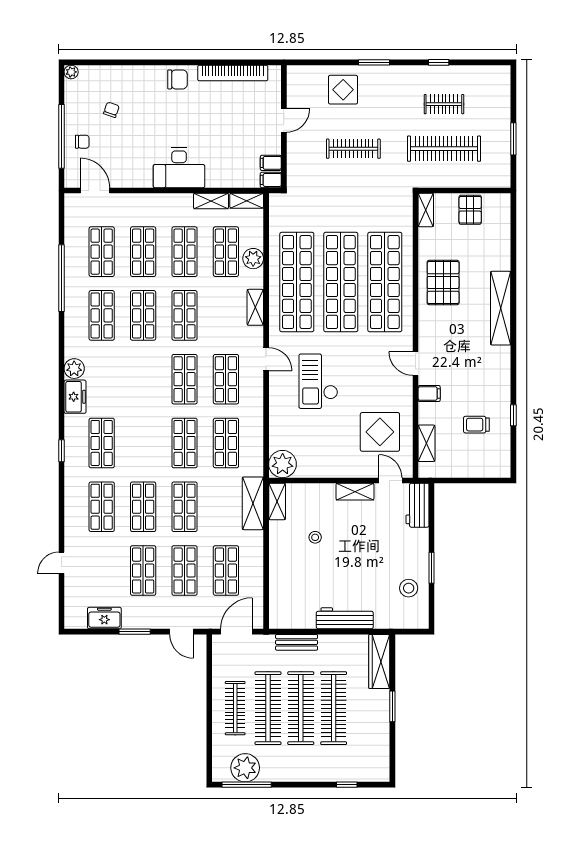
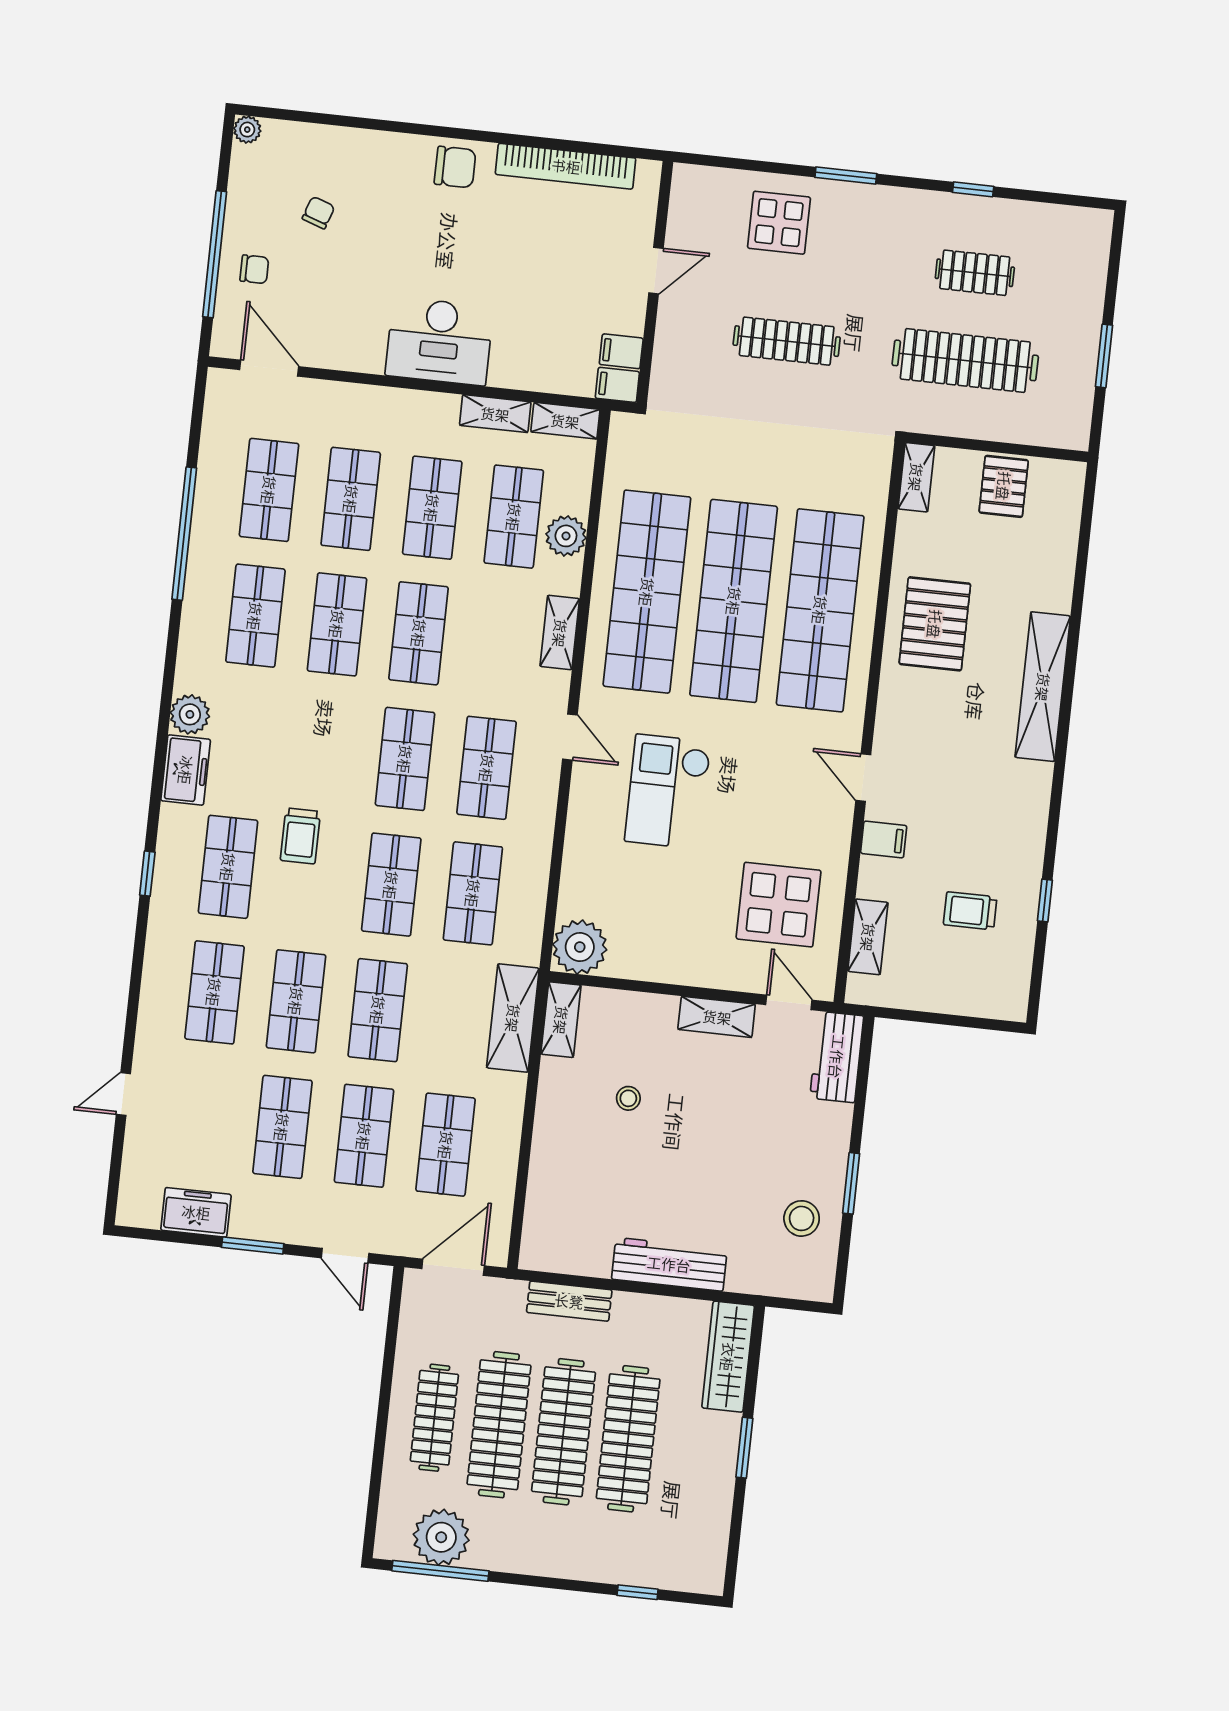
trolley: (136, 423) -> (300, 836), added

